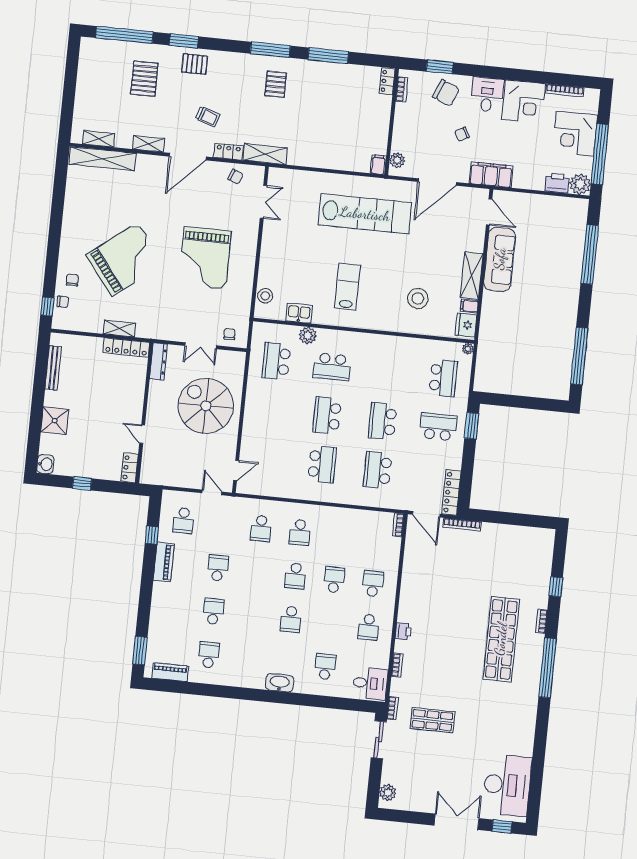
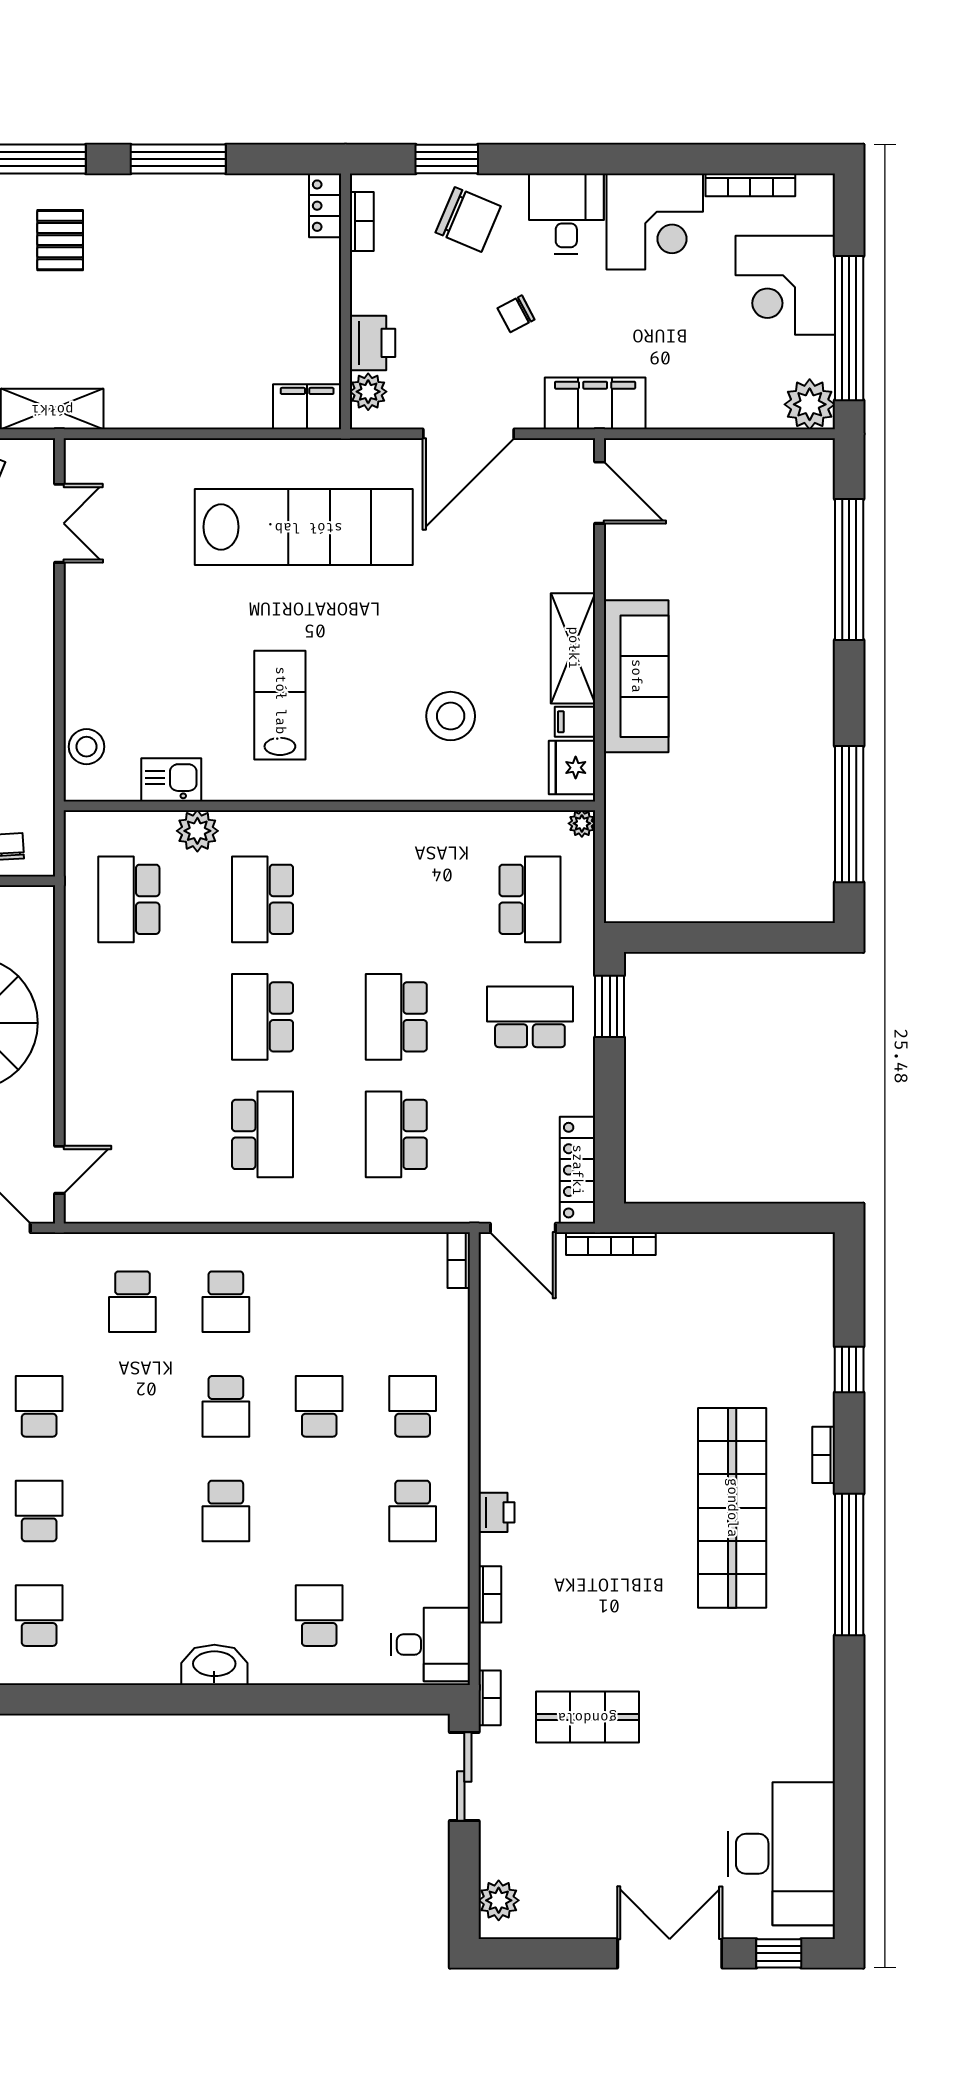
filing cabinet: (378, 165) -> (307, 407), width x2.00
printer: (557, 183) -> (372, 343), moved, turned 90
sofa: (500, 259) -> (636, 676), moved
school desk: (332, 367) -> (263, 899), turned 90

